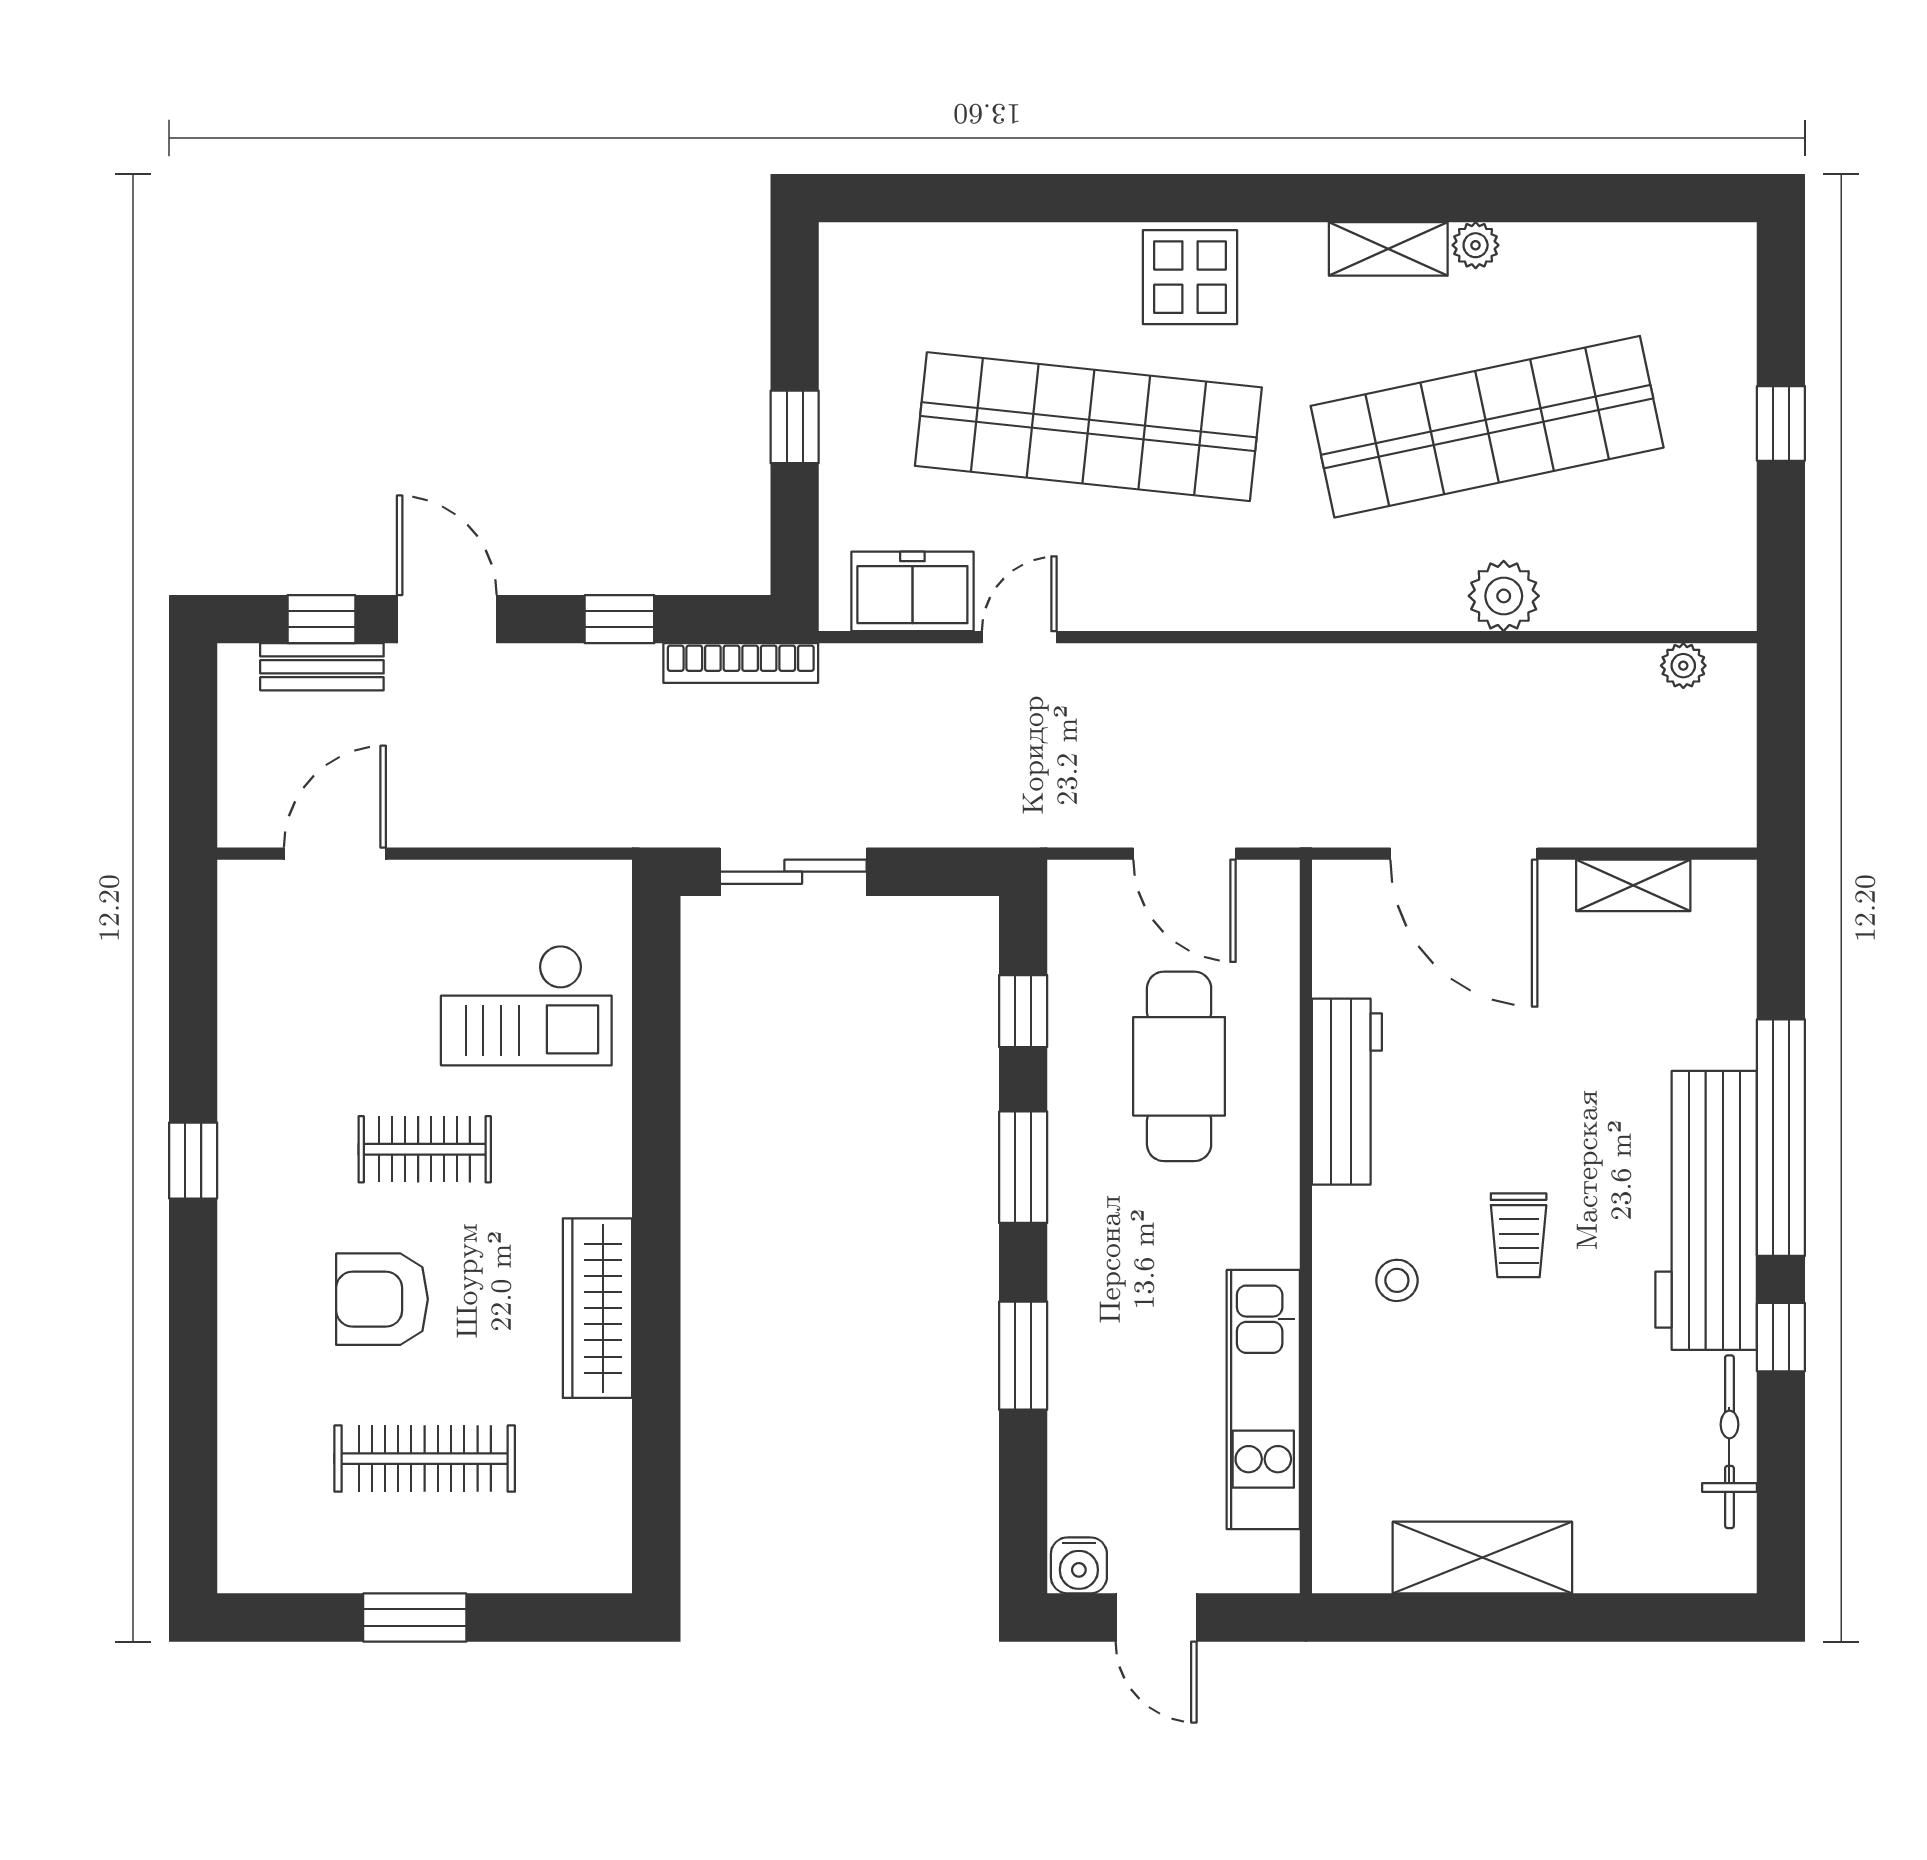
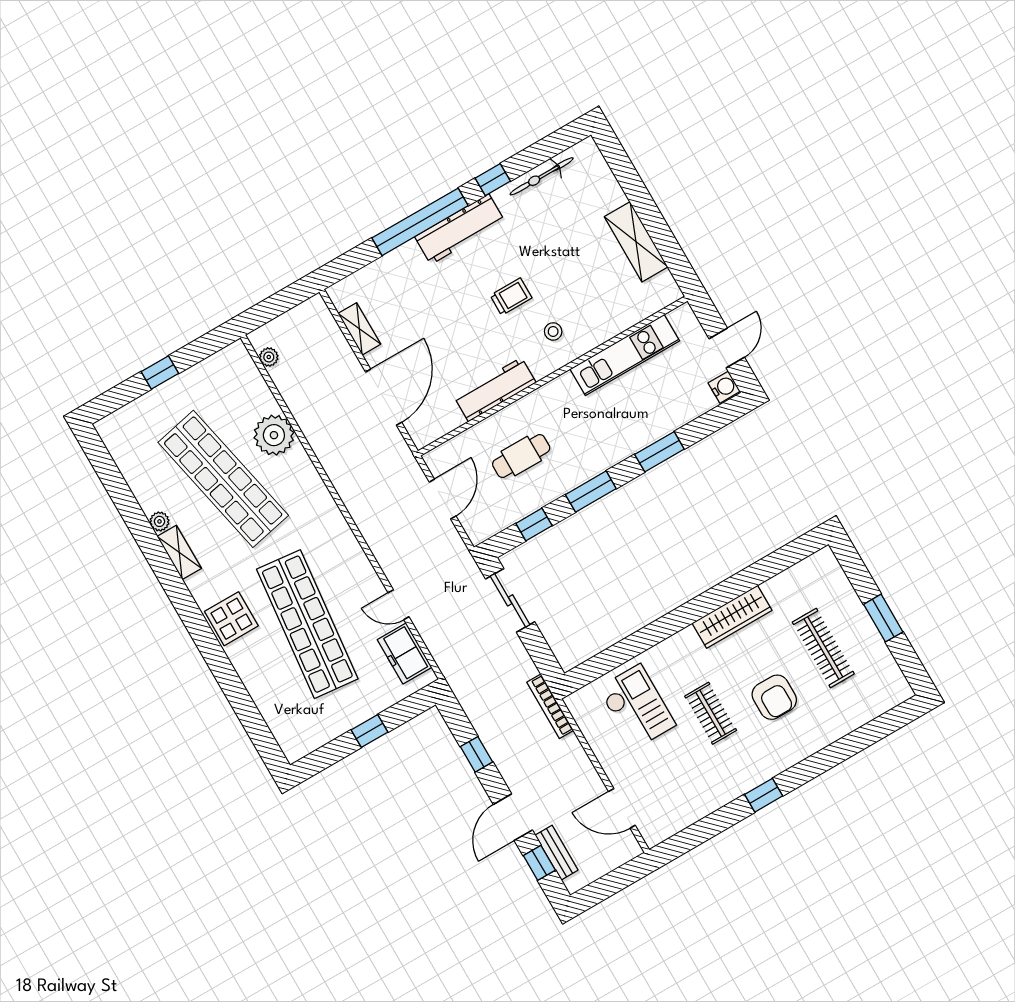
plant: (1504, 596) -> (274, 435), width x1.36, depth x1.36
bookcase: (741, 663) -> (550, 706), moved, turned 180
sliding door: (793, 872) -> (510, 600), moved
cafe table: (1179, 1066) -> (521, 456), width x0.73, depth x0.74
workbench: (1706, 1210) -> (460, 229), width x0.73, depth x0.76

